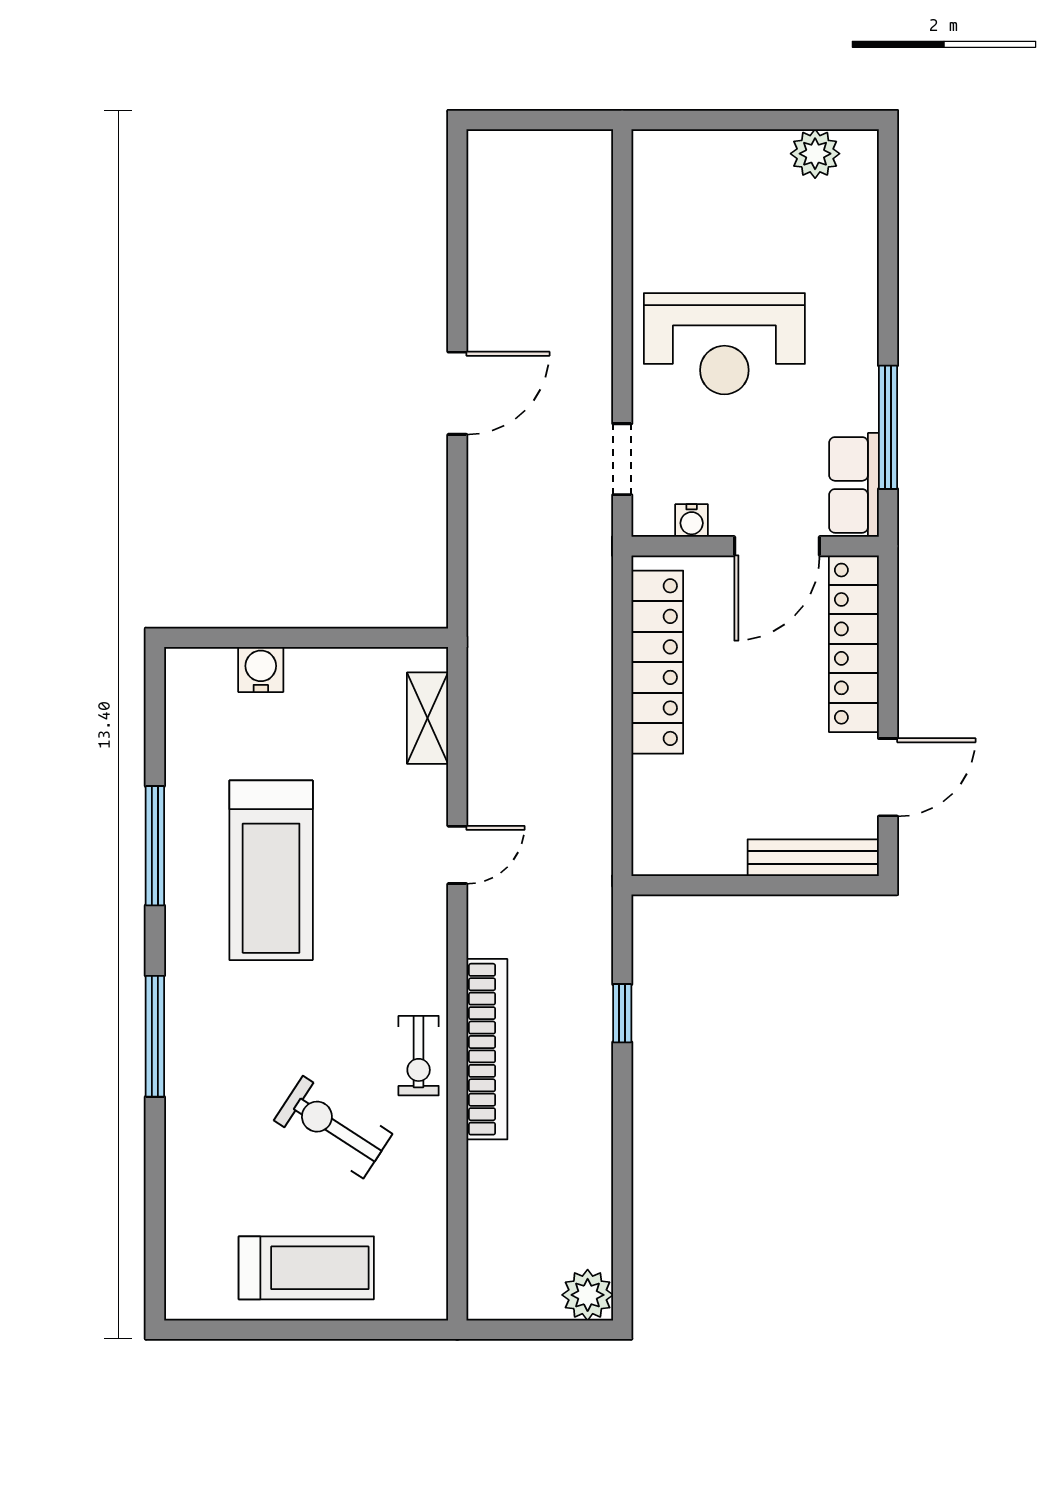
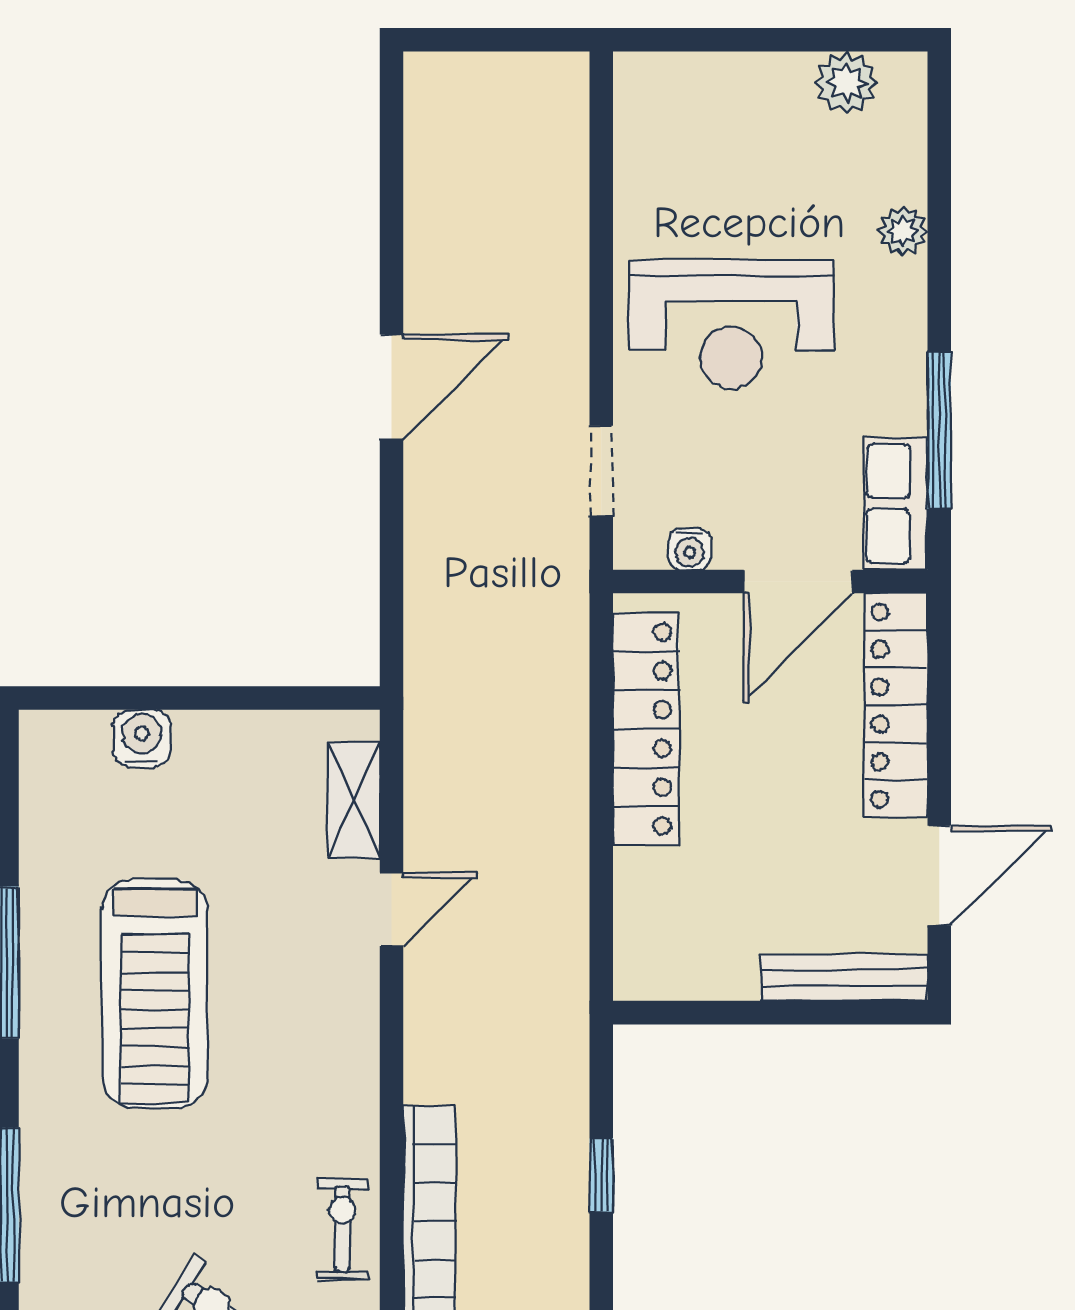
plant: (859, 271) -> (903, 231), added
door: (457, 855) -> (392, 909), moved
exercise bike: (419, 1056) -> (342, 1229), turned 180

